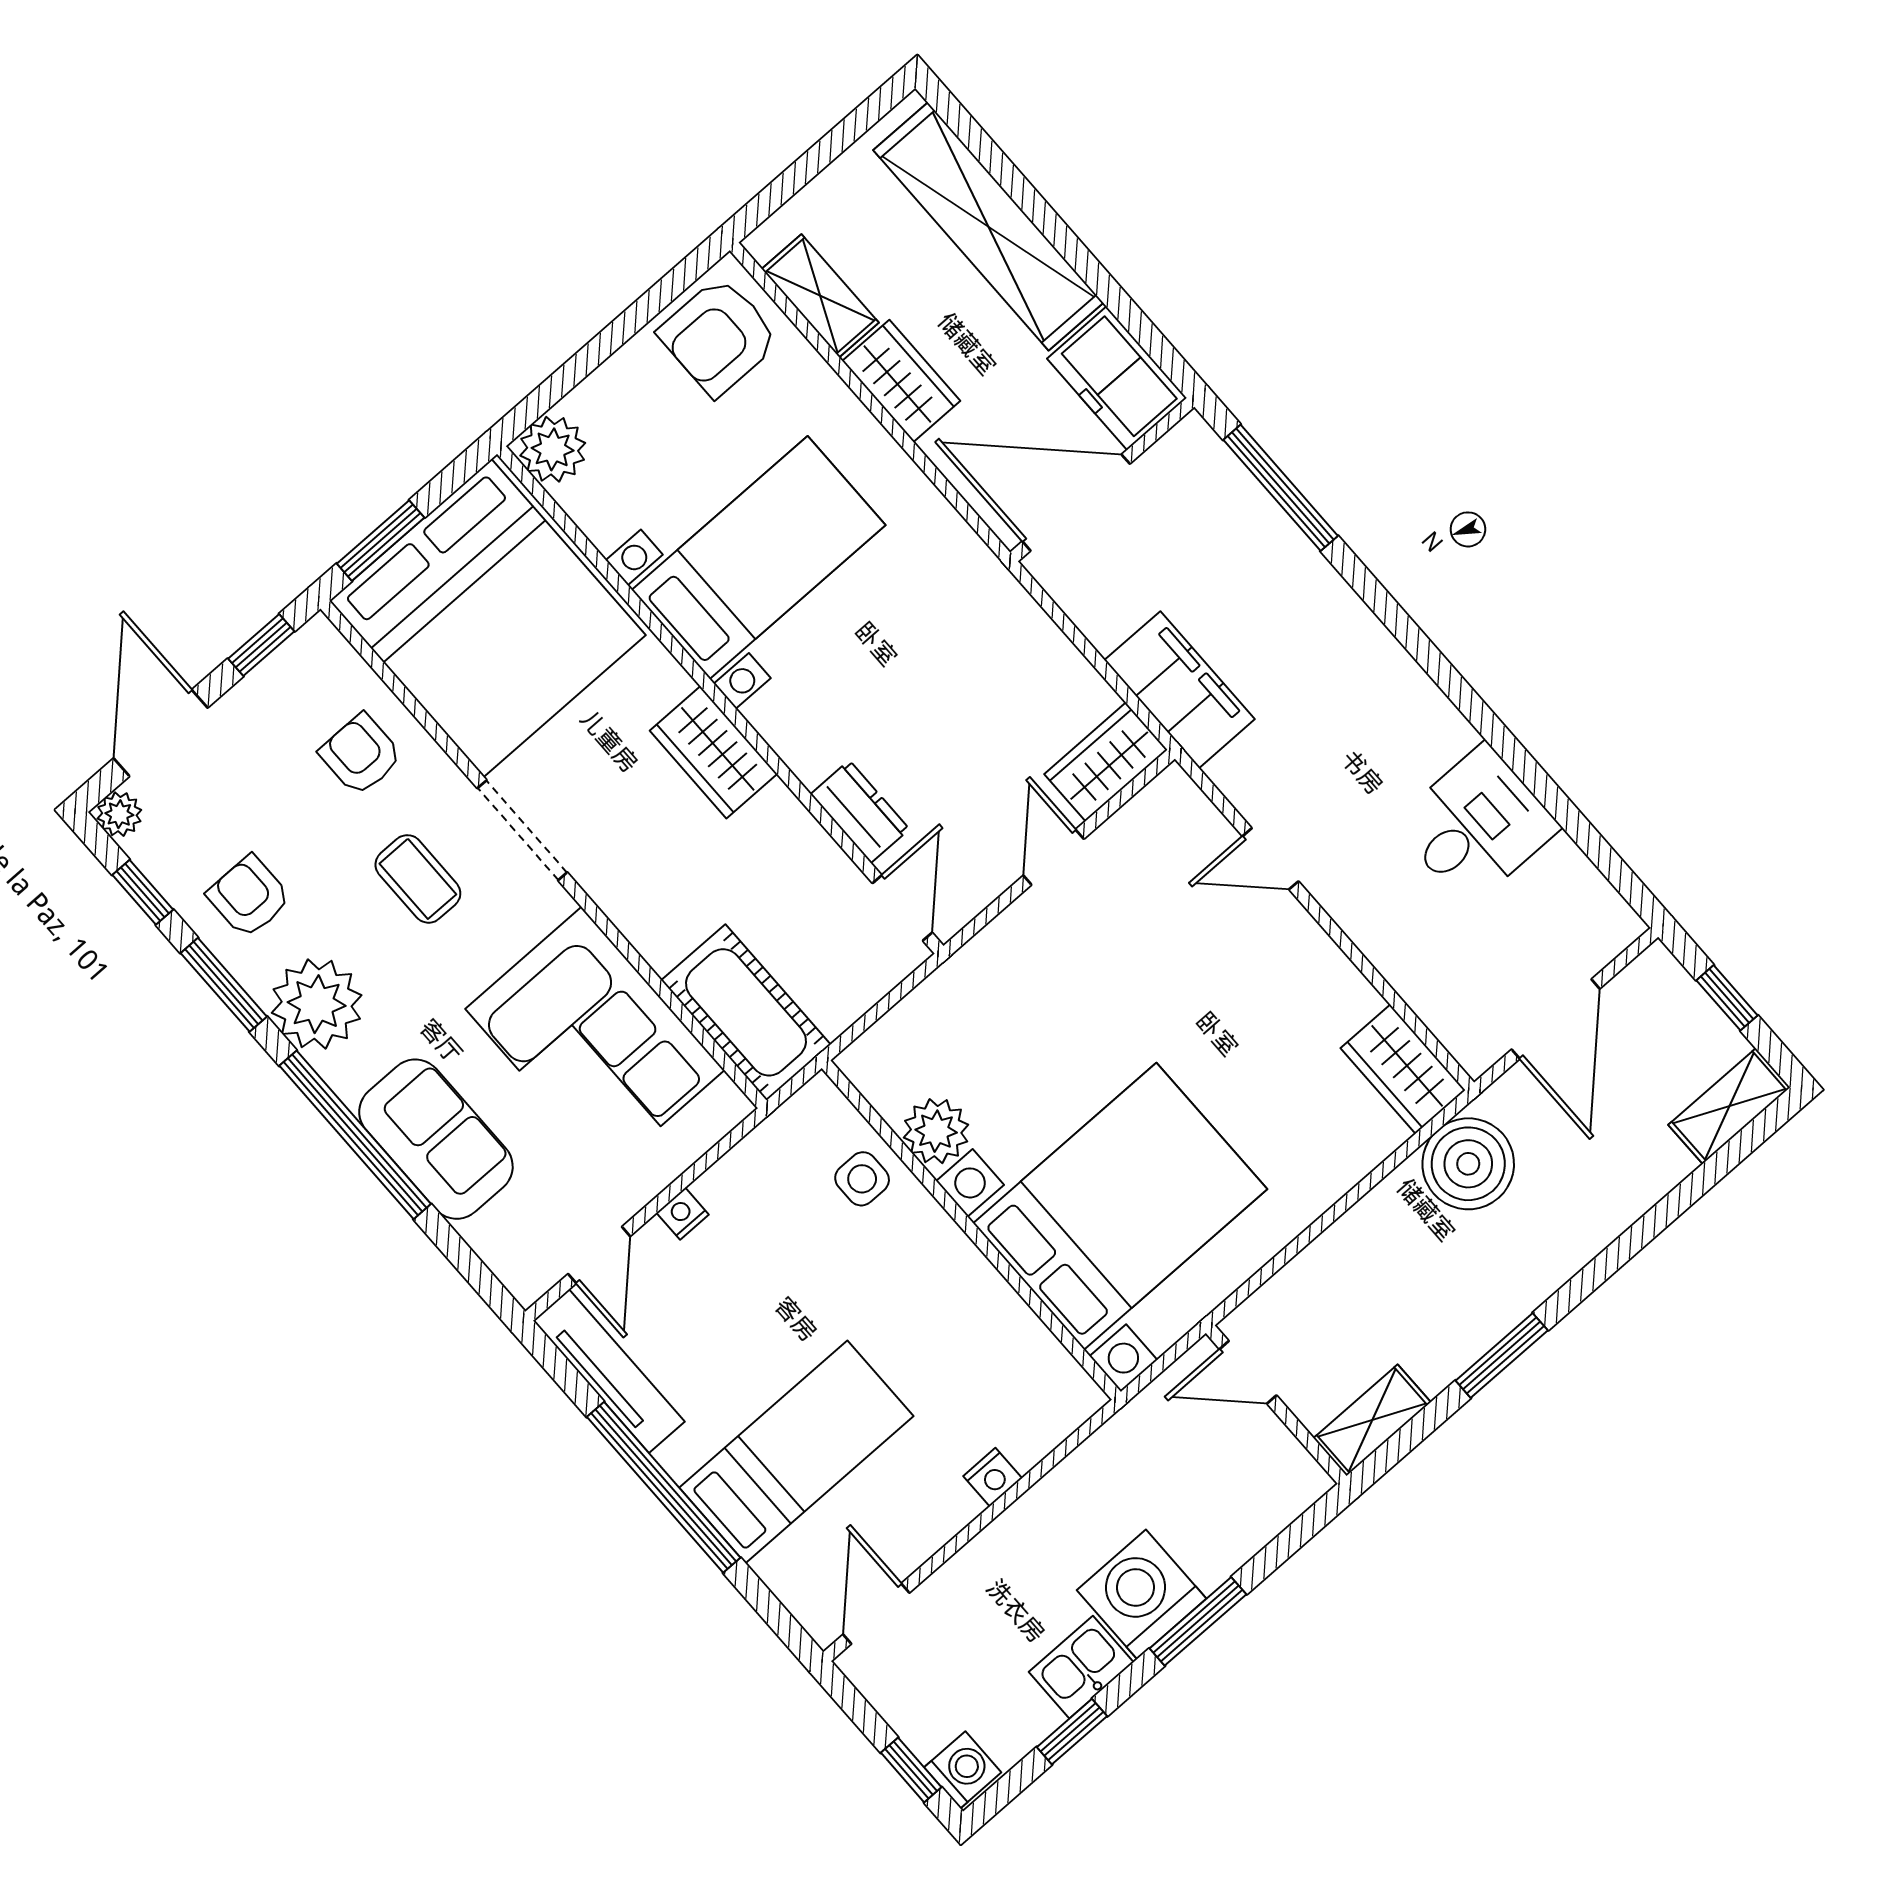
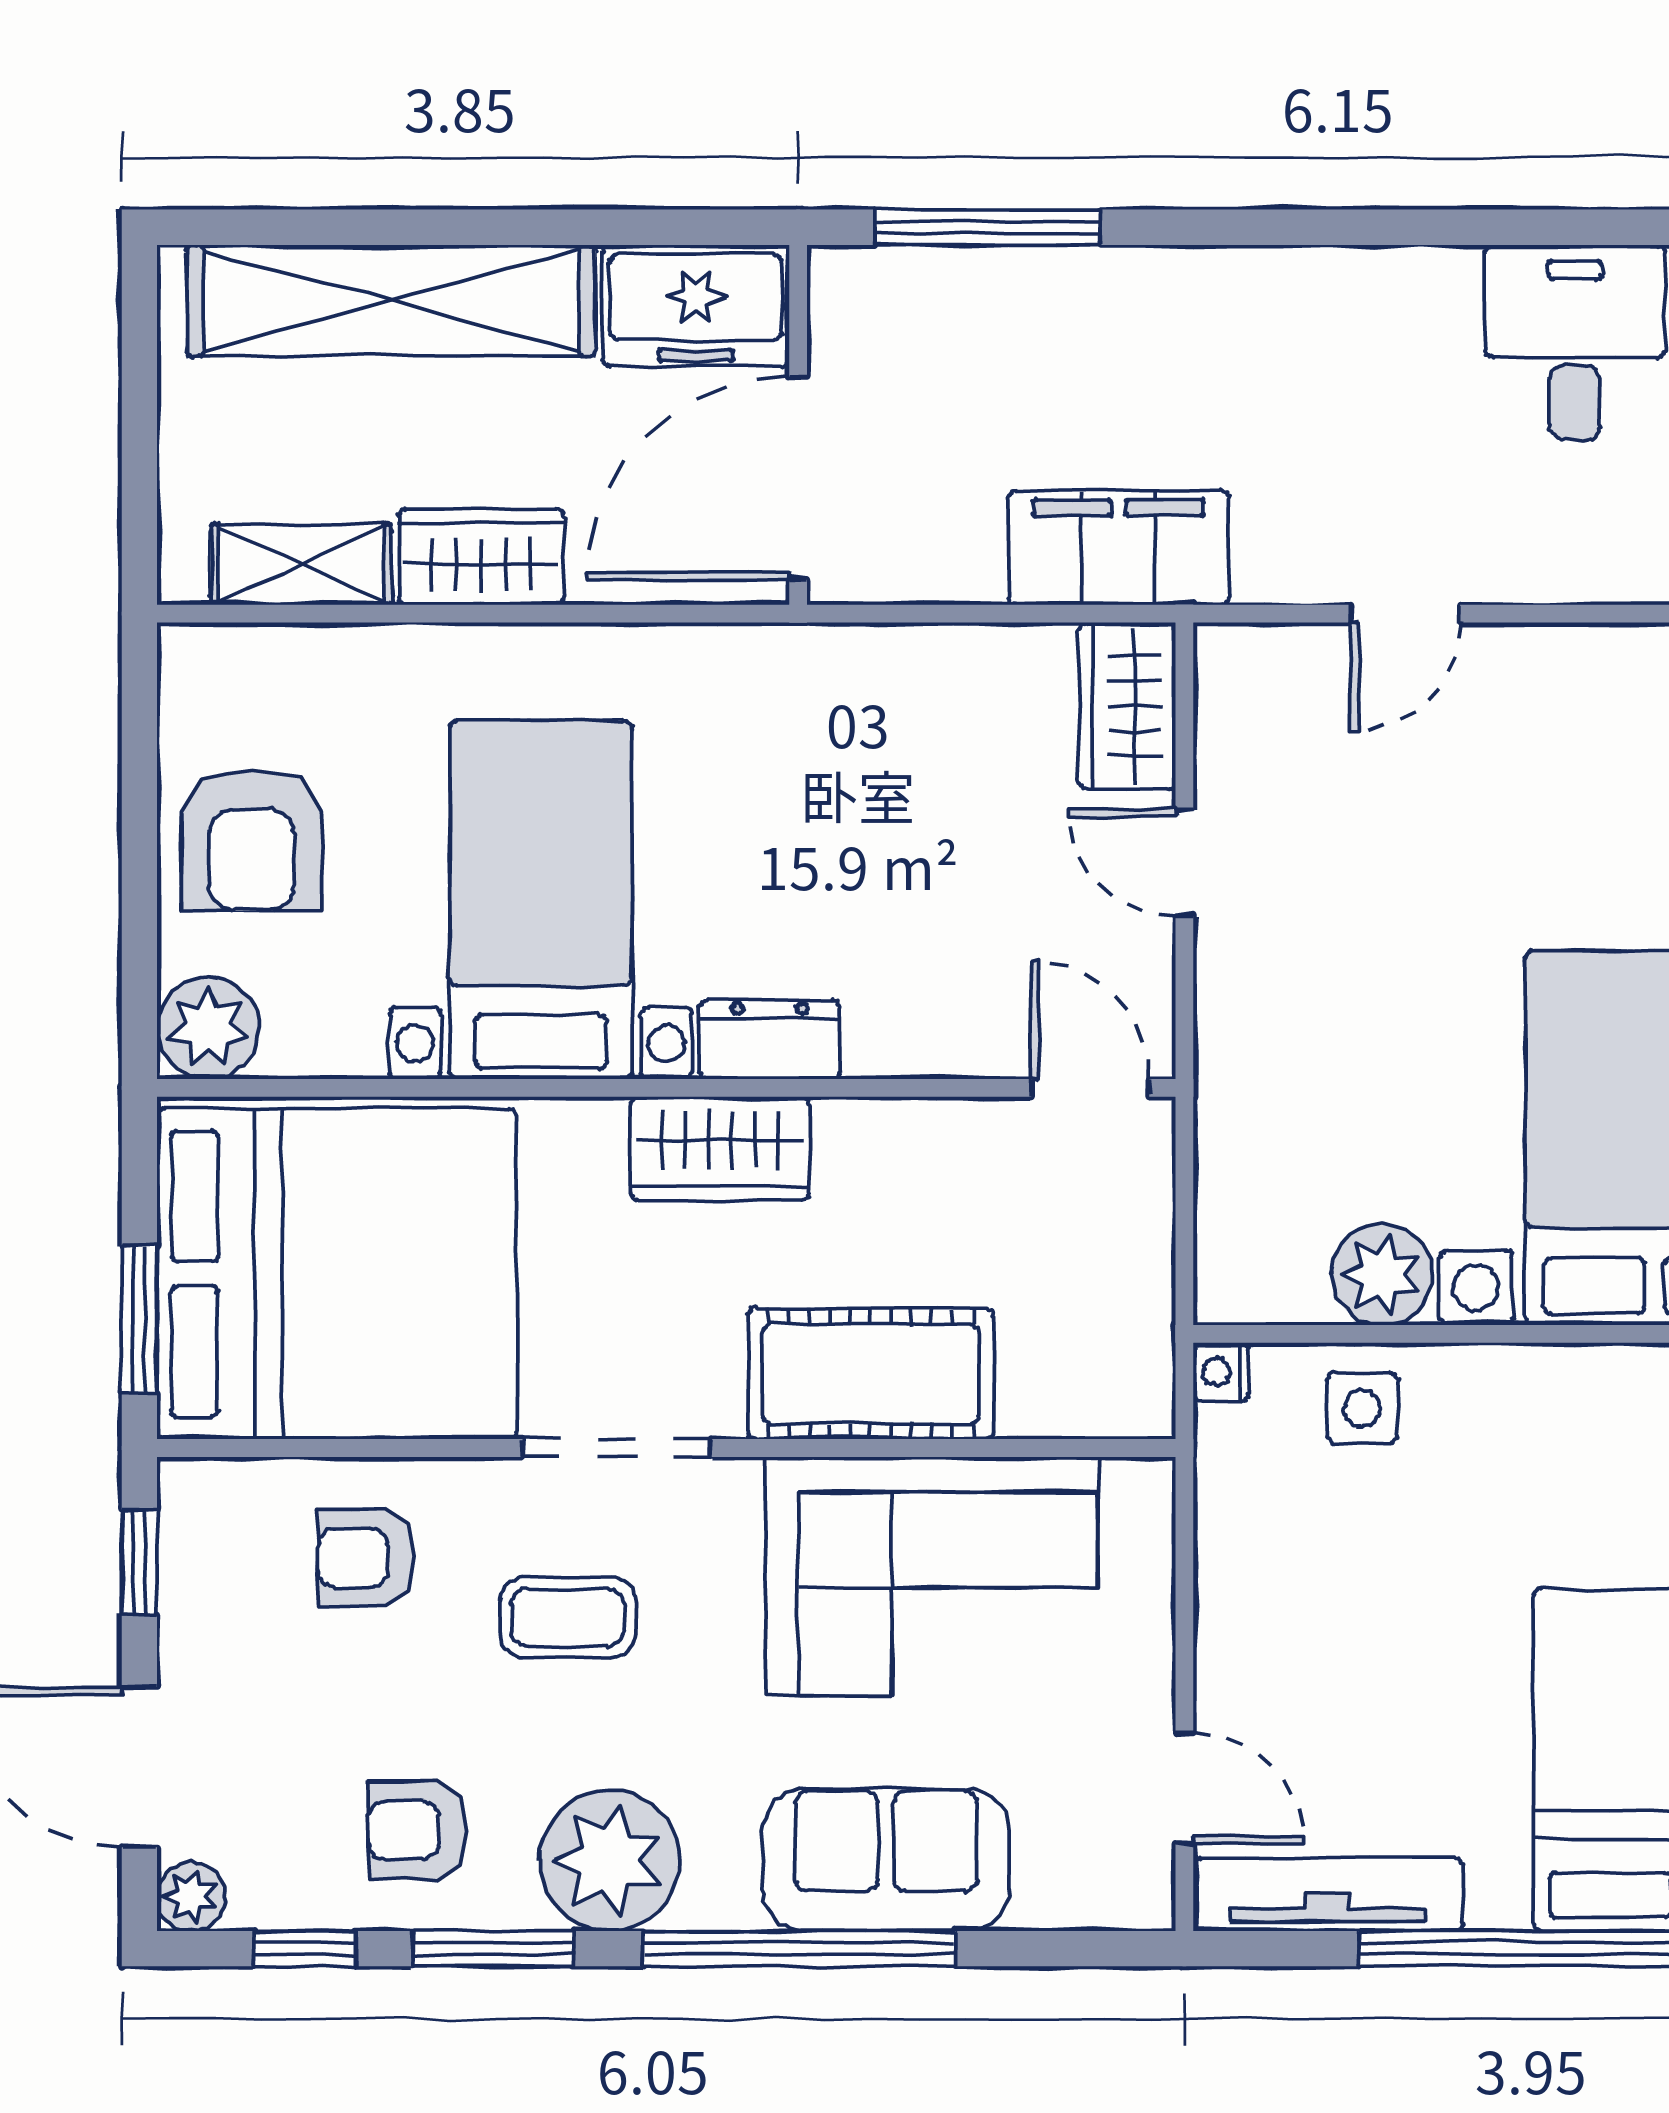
armchair: (719, 336) -> (252, 840), moved
dresser: (860, 812) -> (770, 1040), moved
cot: (746, 1012) -> (871, 1374), moved
nightstand: (683, 1214) -> (1221, 1372), moved

